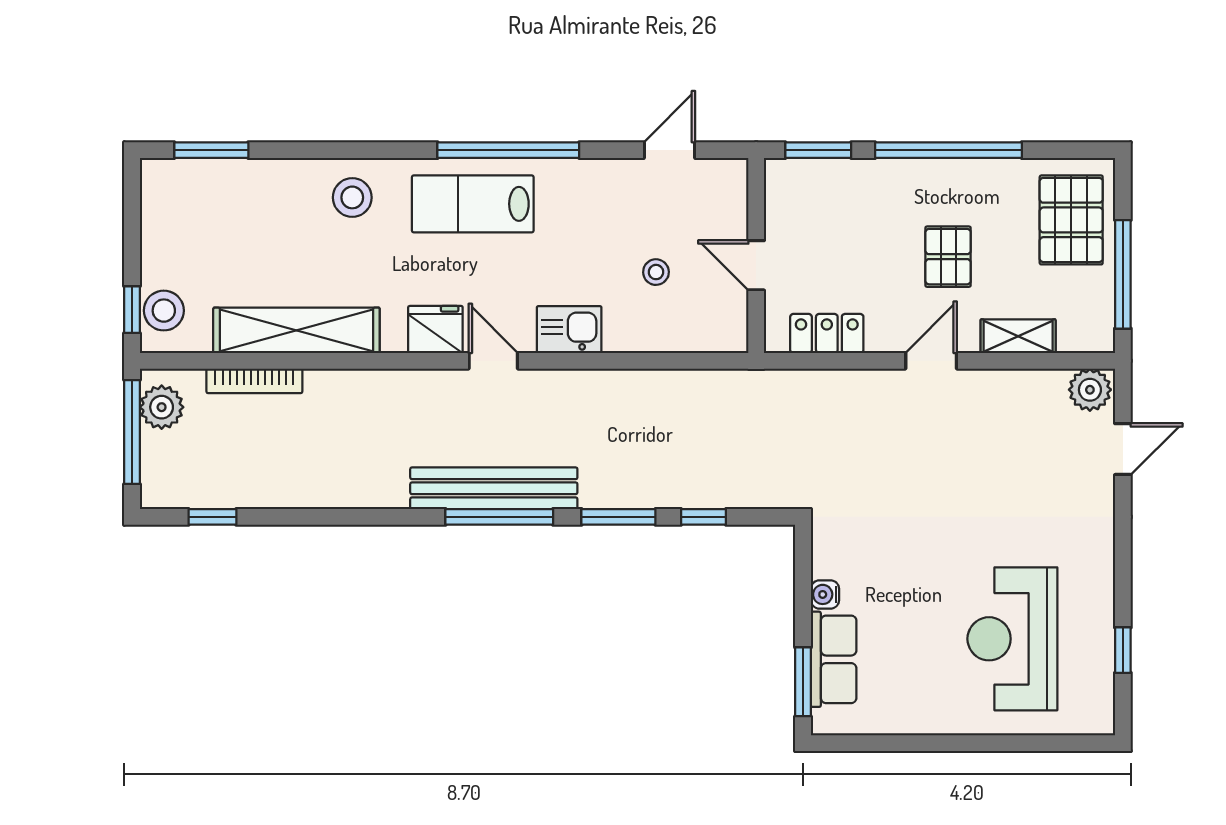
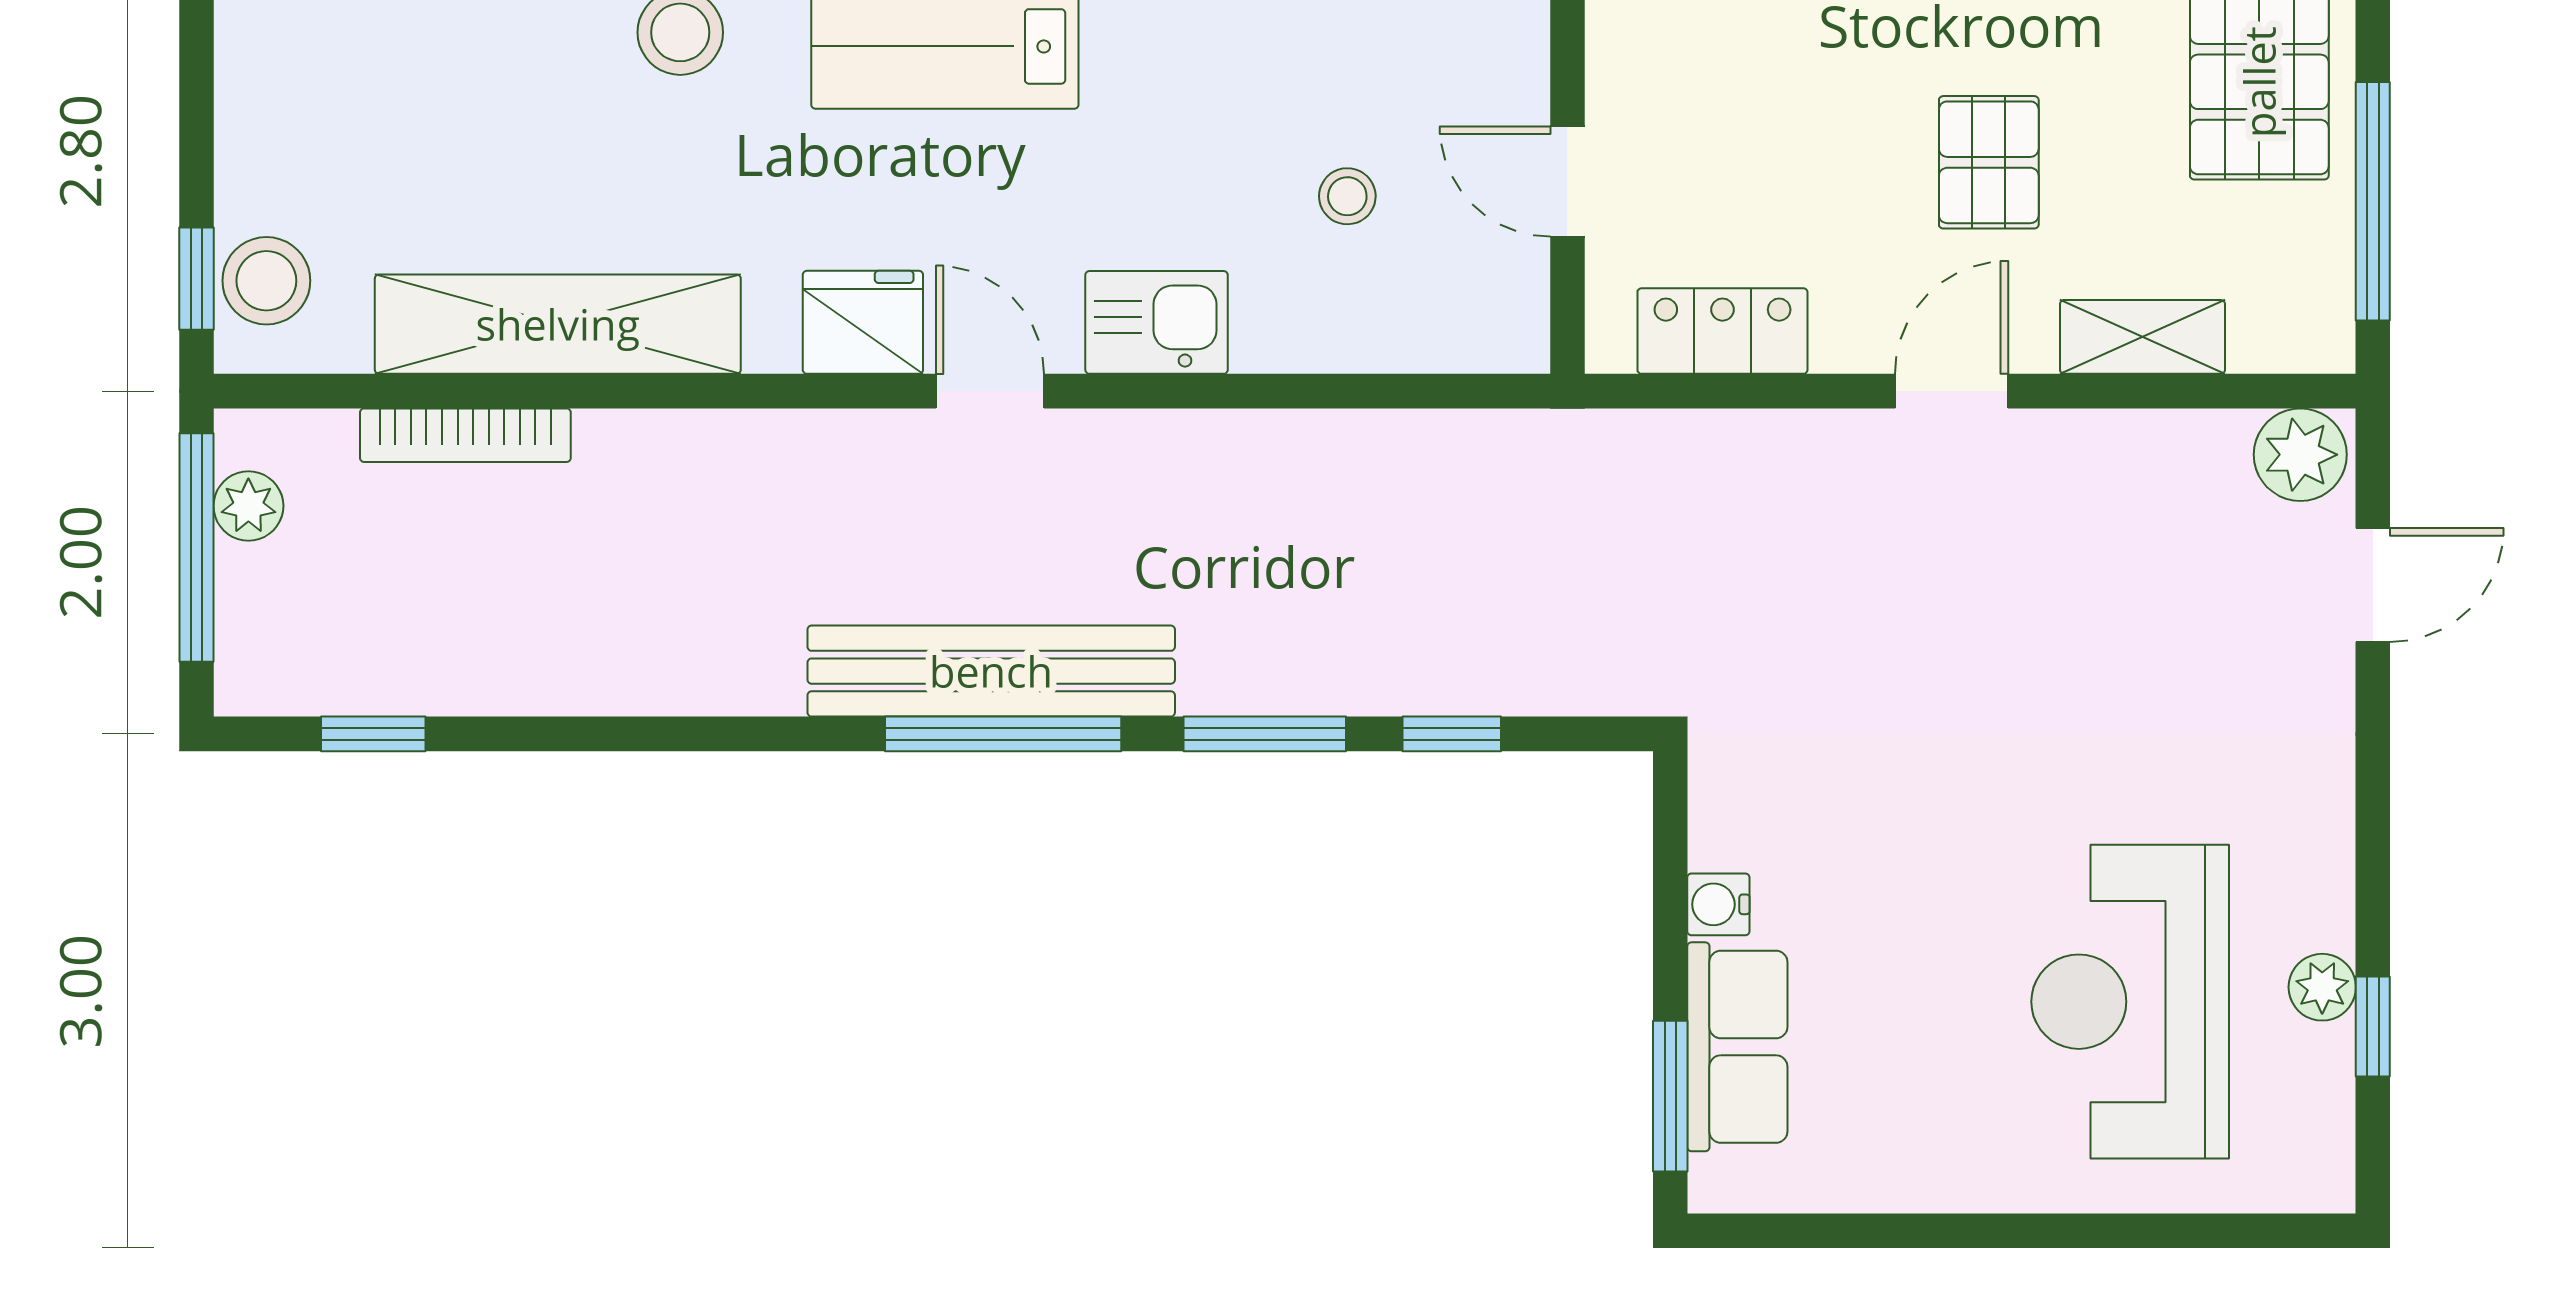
plant: (162, 407) -> (248, 506), width x0.73, depth x0.73
plant: (1100, 632) -> (2322, 987), added

